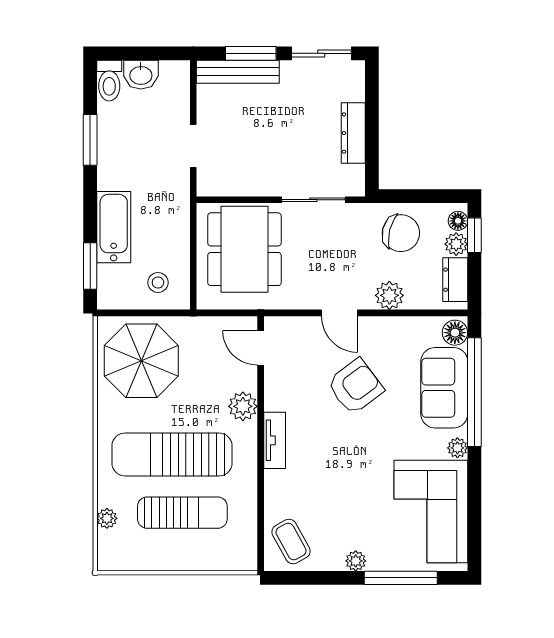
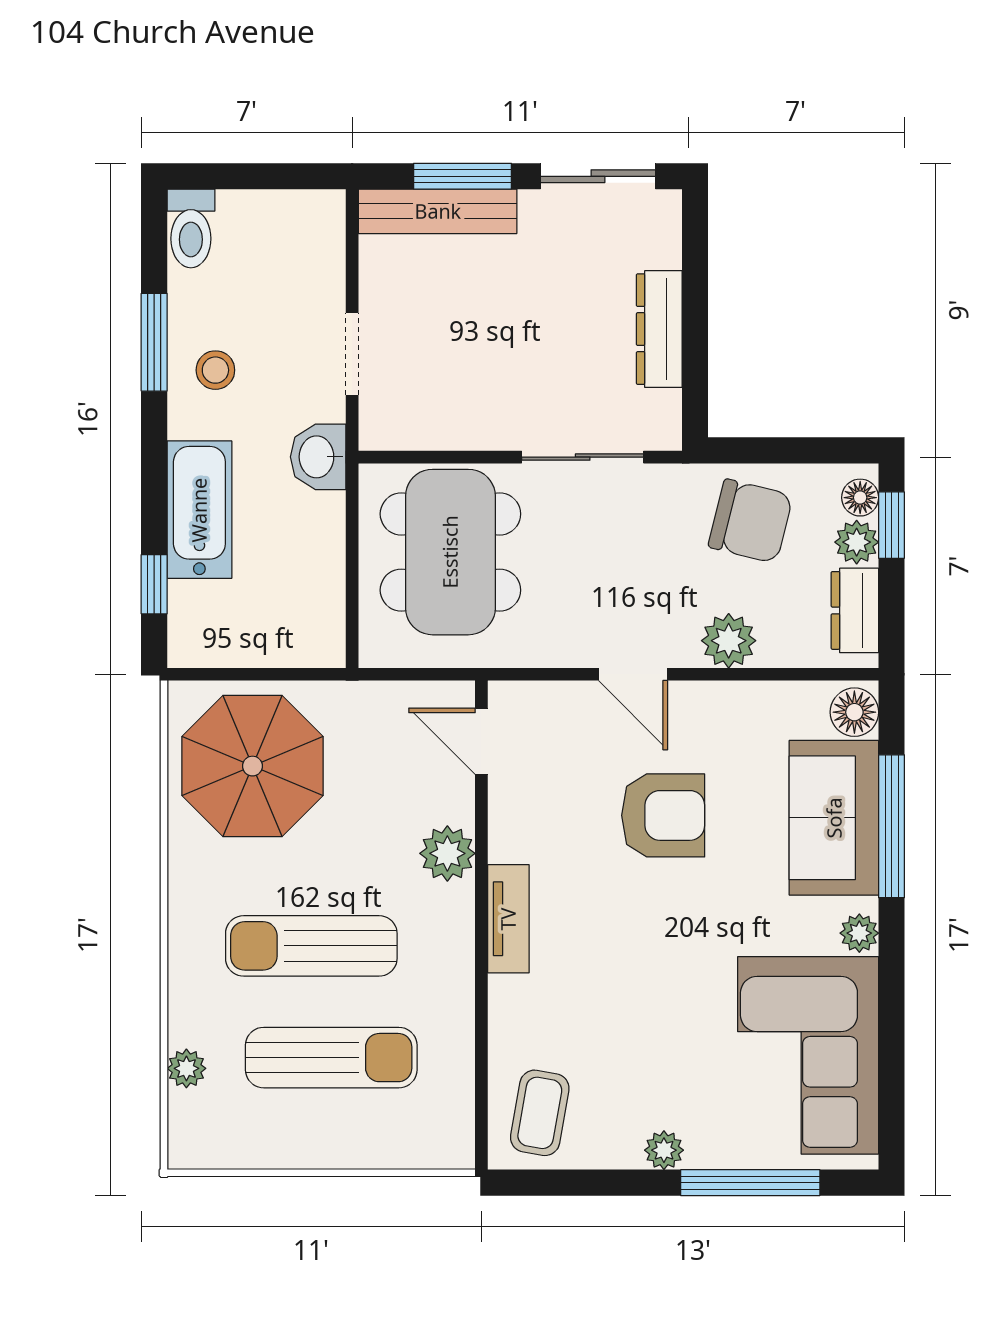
washbasin: (141, 75) -> (318, 457), moved, turned 90
window: (90, 266) -> (154, 584), width x0.67
stool: (158, 283) -> (215, 370), moved
armchair: (355, 386) -> (663, 815), turned 37
window: (474, 392) -> (892, 826), width x0.68
sun lounger: (172, 454) -> (311, 946), width x0.73, depth x0.75
coffee table: (291, 541) -> (540, 1113), turned 39

